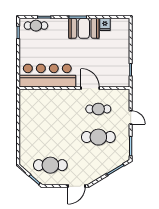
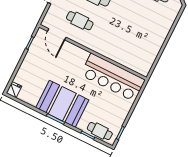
fridge: (105, 24) -> (14, 90), moved
booth: (84, 28) -> (62, 104), width x1.36, depth x1.42
door: (90, 88) -> (57, 34), moved

